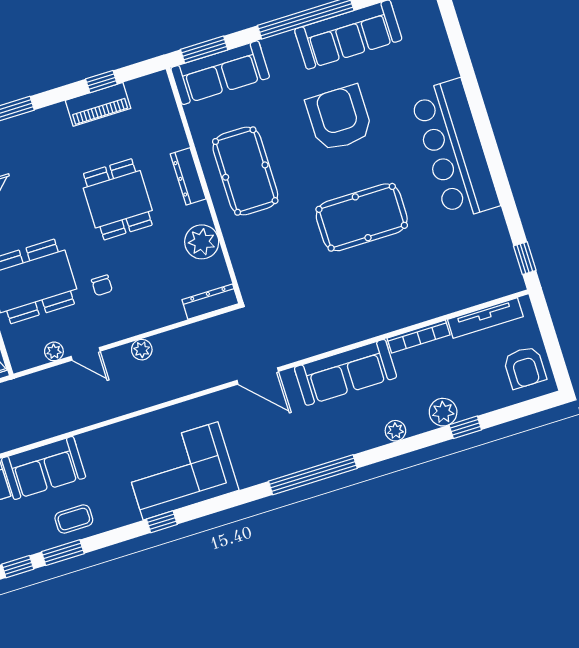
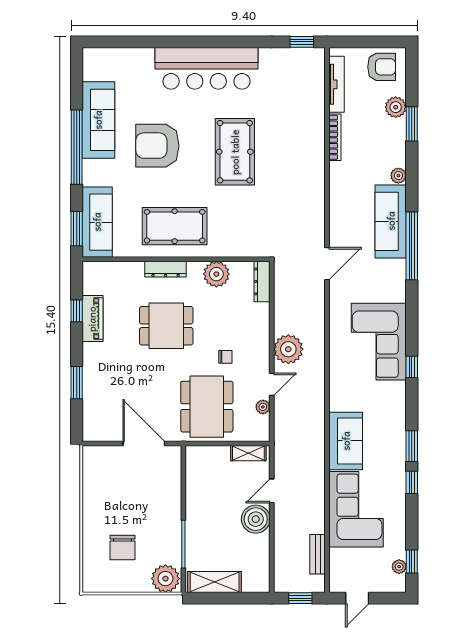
plant: (142, 350) -> (288, 349), width x1.87, depth x1.87
sofa: (345, 372) -> (391, 221), moved, turned 180
plant: (443, 412) -> (396, 107), moved
window: (465, 427) -> (412, 124), width x1.50
coffee table: (74, 519) -> (390, 430), removed

